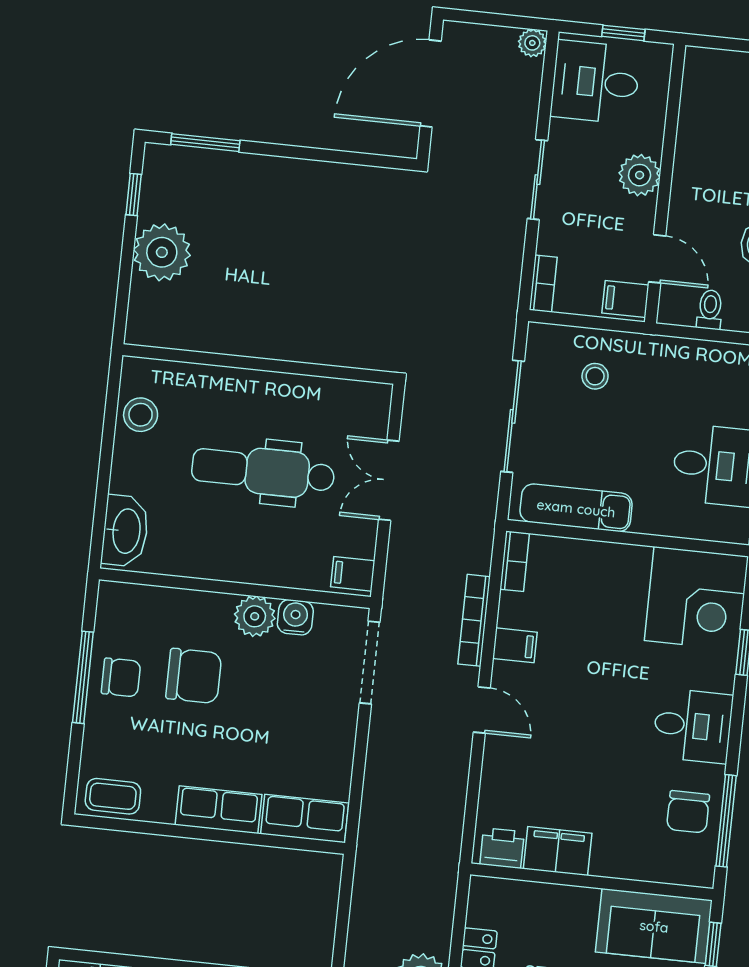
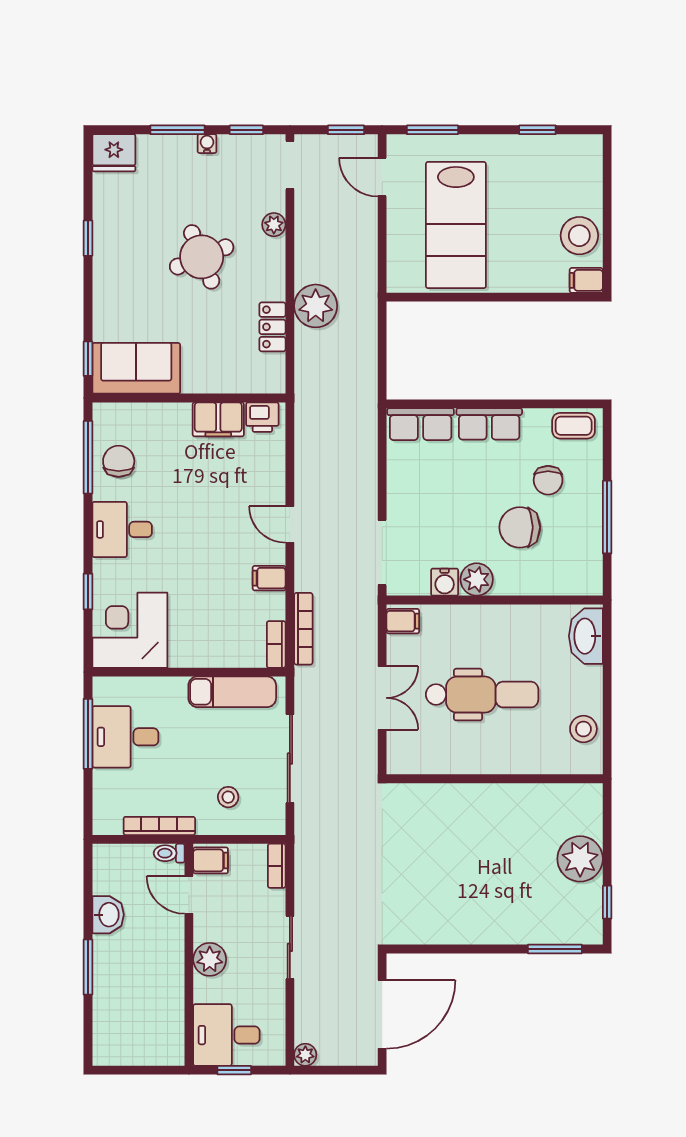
desk: (595, 82) -> (226, 1035), moved, turned 180
toilet: (710, 310) -> (169, 853), moved, turned 90
bookcase: (685, 349) -> (159, 826), added
bookcase: (474, 620) -> (303, 629), moved
chair: (121, 677) -> (548, 480), moved, turned -90

